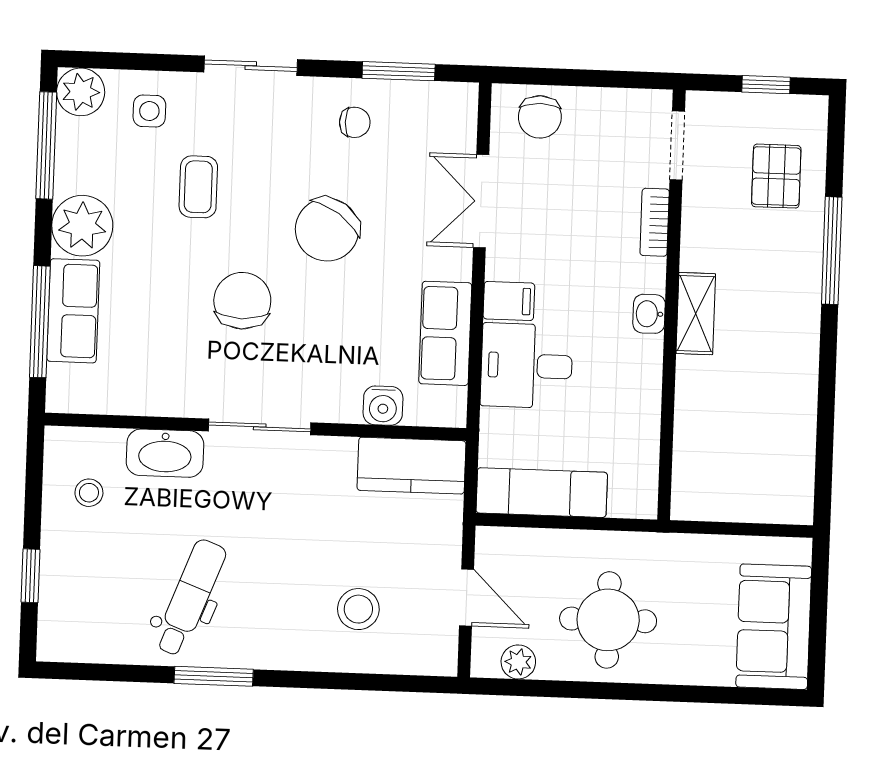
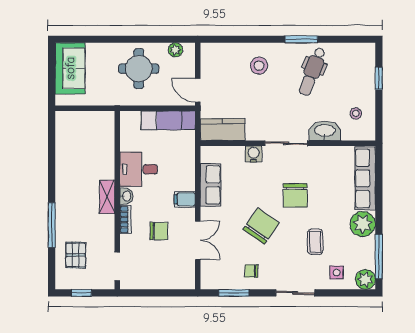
chair: (540, 117) -> (159, 231), moved, turned 90
bookcase: (655, 222) -> (126, 220), moved
row of seats: (73, 311) -> (365, 178), width x1.48
window: (40, 322) -> (379, 184), removed
desk: (527, 366) -> (139, 169), moved, turned 180
water cooler: (383, 406) -> (254, 154), moved
door: (467, 598) -> (198, 90), moved
stool: (358, 609) -> (259, 66), moved

